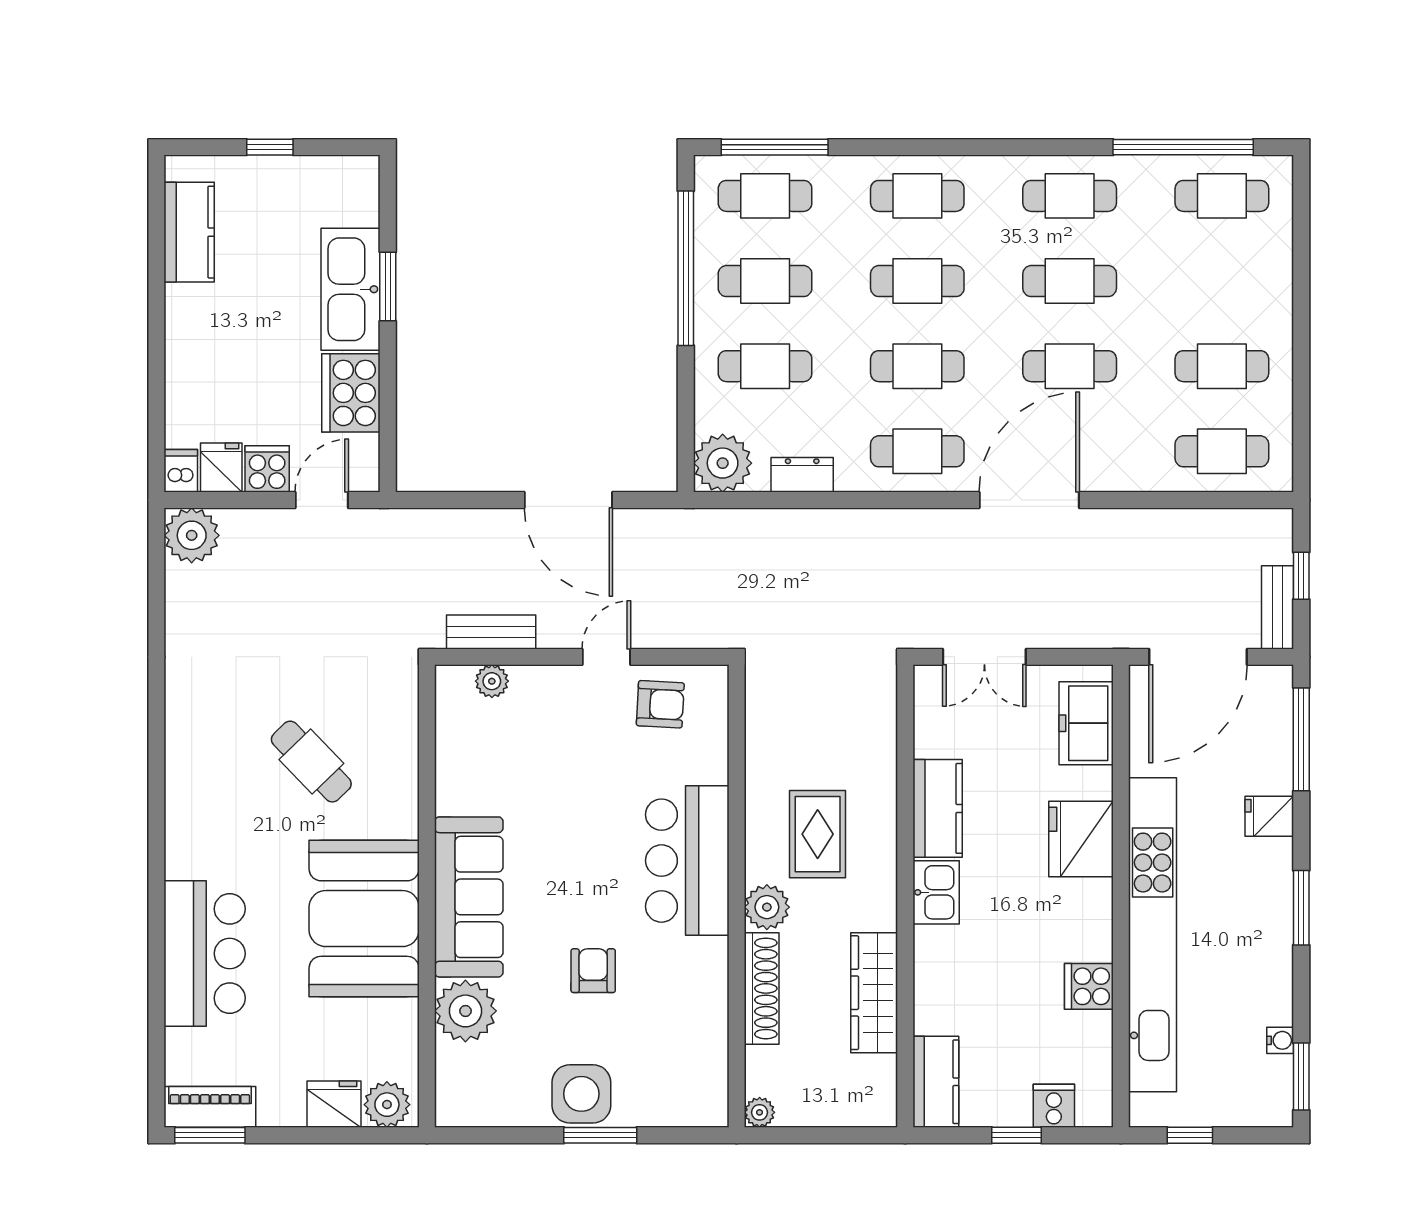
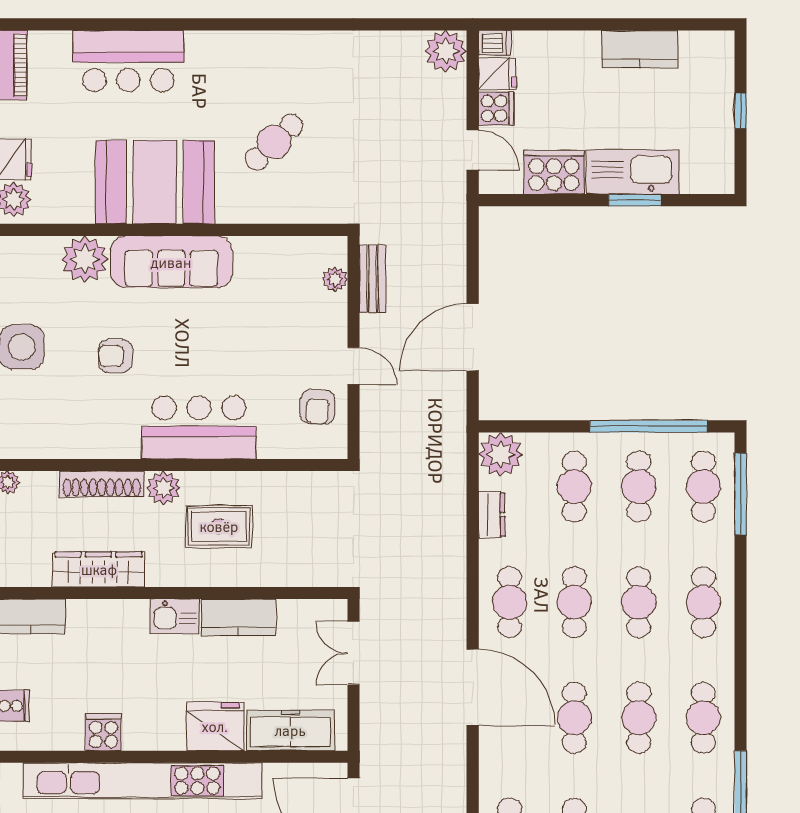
kitchen counter: (189, 232) -> (640, 49), moved
freezer: (1086, 723) -> (290, 730), width x1.40
armchair: (593, 971) -> (115, 356), turned 180

